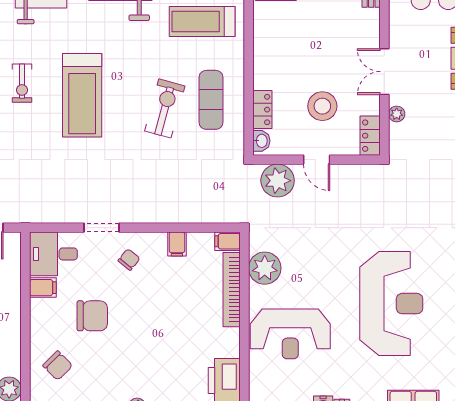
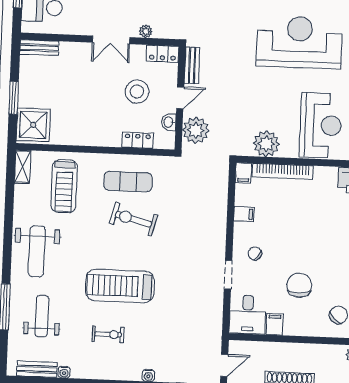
treadmill: (82, 95) -> (120, 286), turned 180
washbasin: (261, 141) -> (169, 122), moved, turned -90
bench: (357, 173) -> (192, 65), added

